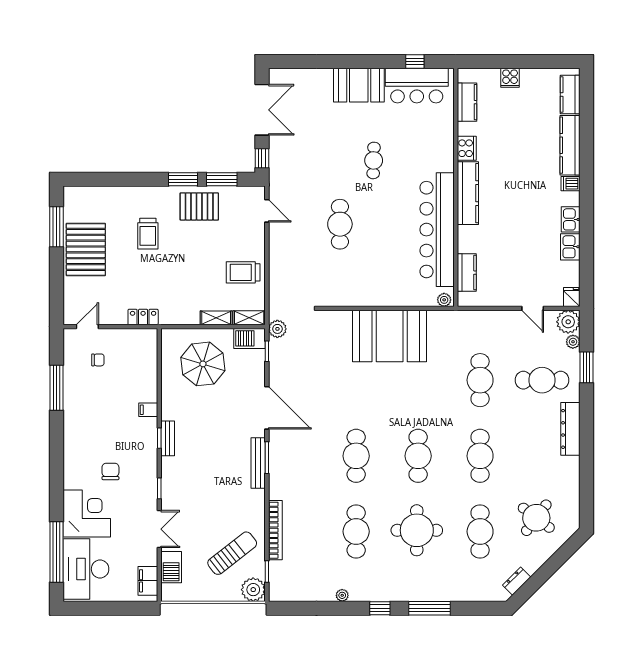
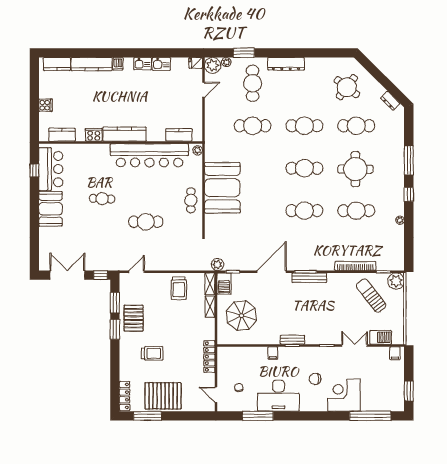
locker: (86, 193) -> (125, 396), added
cafe table: (371, 290) -> (191, 200), added
locker: (143, 317) -> (209, 357), width x1.53
desk: (86, 569) -> (278, 396), moved
filing cabinet: (148, 581) -> (395, 353), width x0.50
window: (93, 608) -> (409, 391), added

